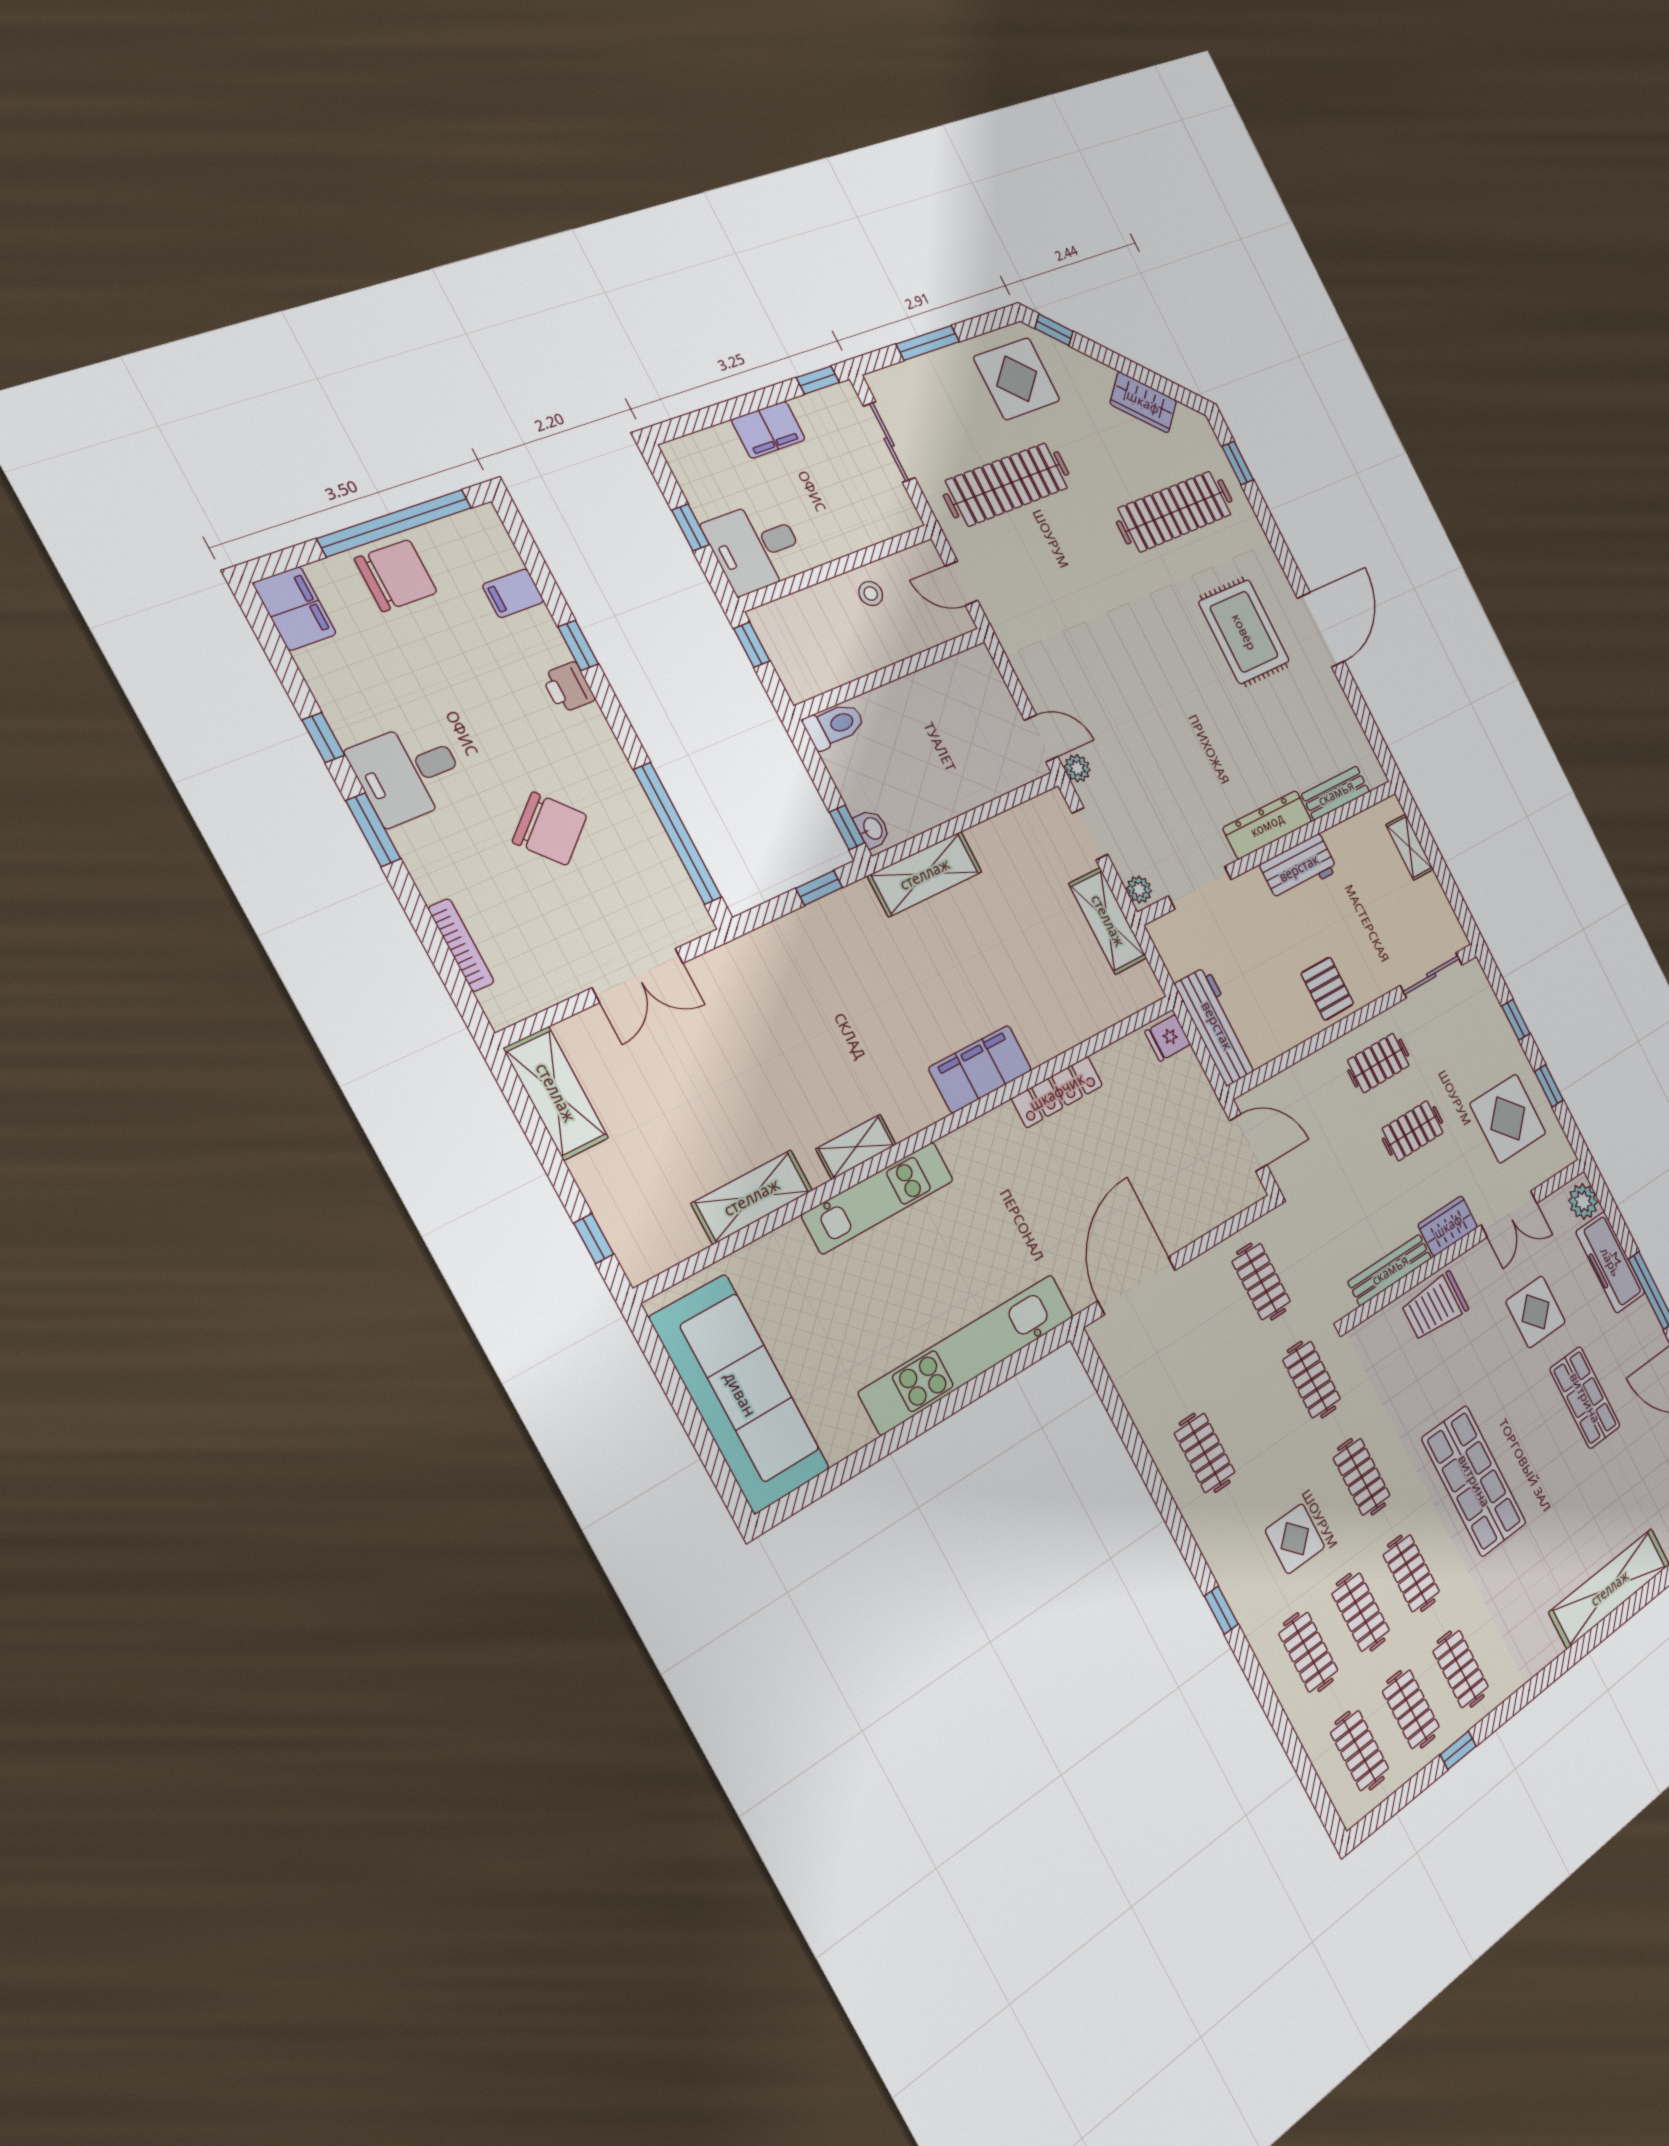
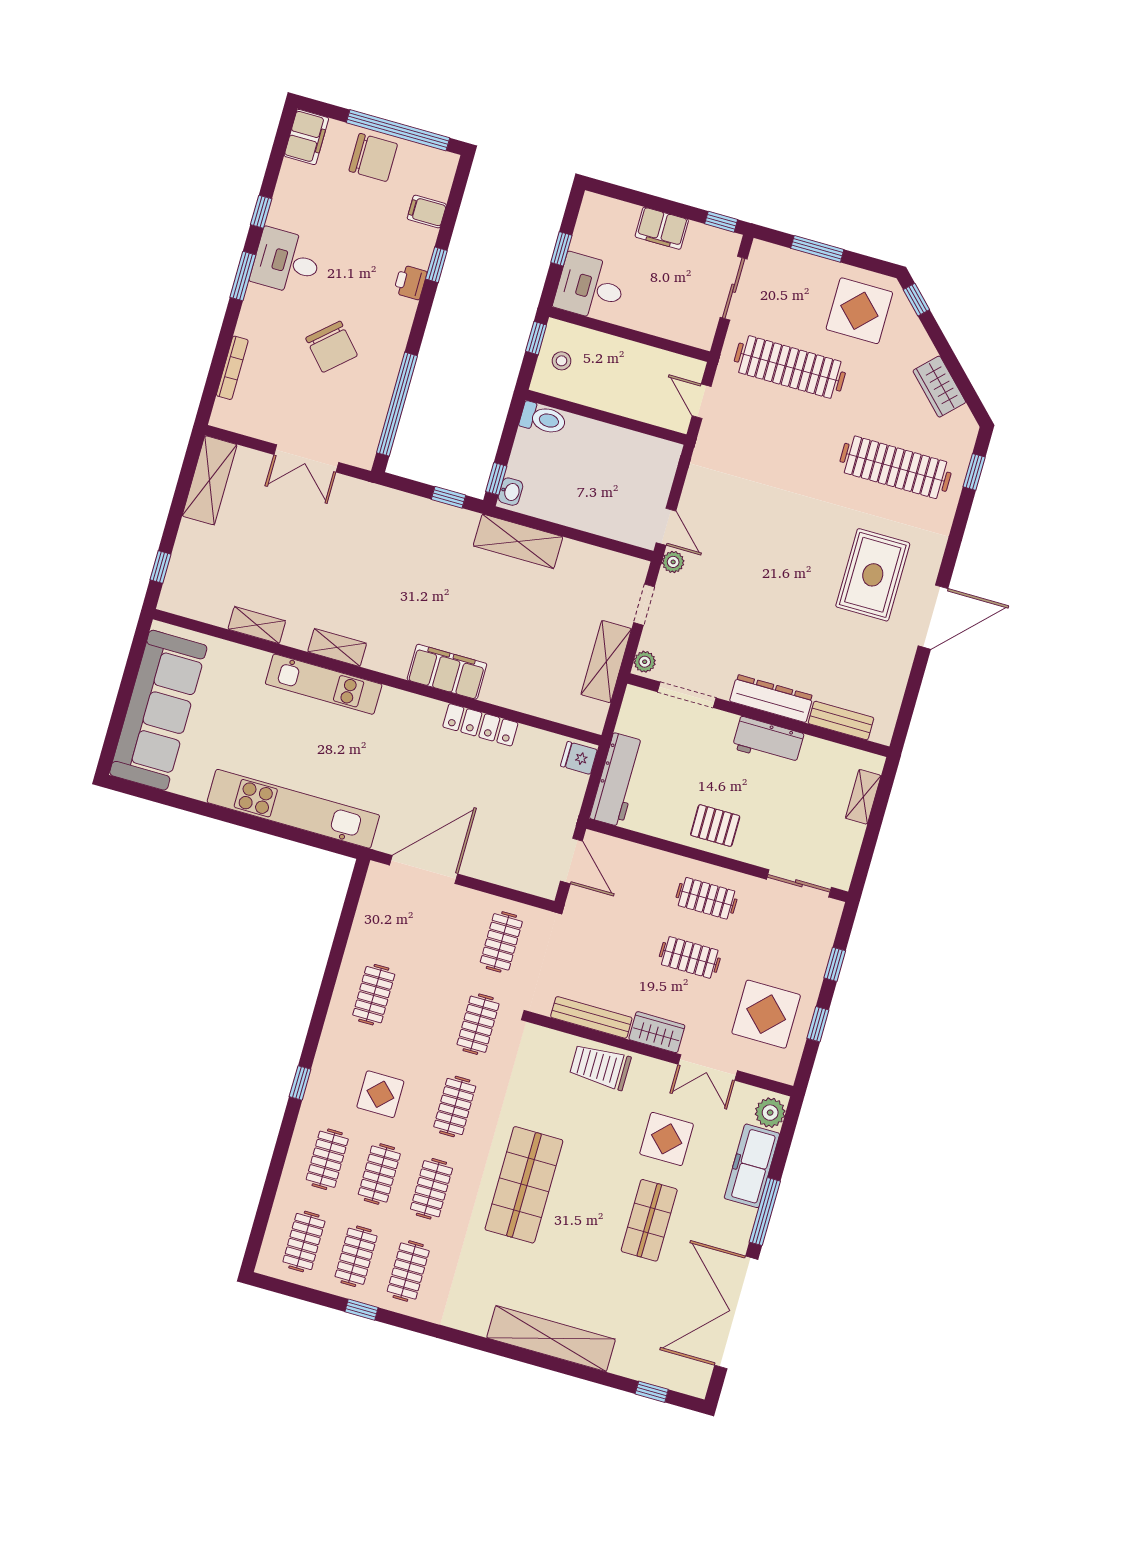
stool: (871, 594) -> (562, 361), moved
pallet: (1327, 989) -> (715, 826), turned 90
shelving: (752, 1197) -> (257, 625), width x0.67, depth x0.75

